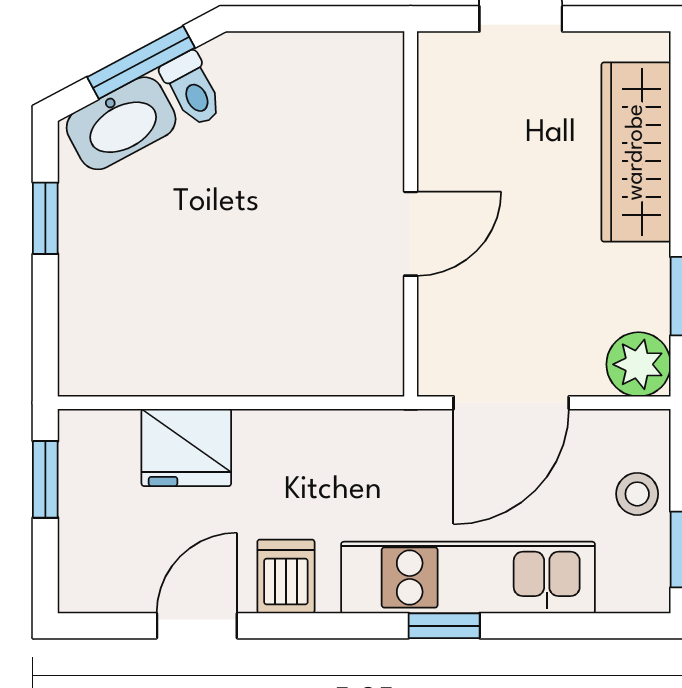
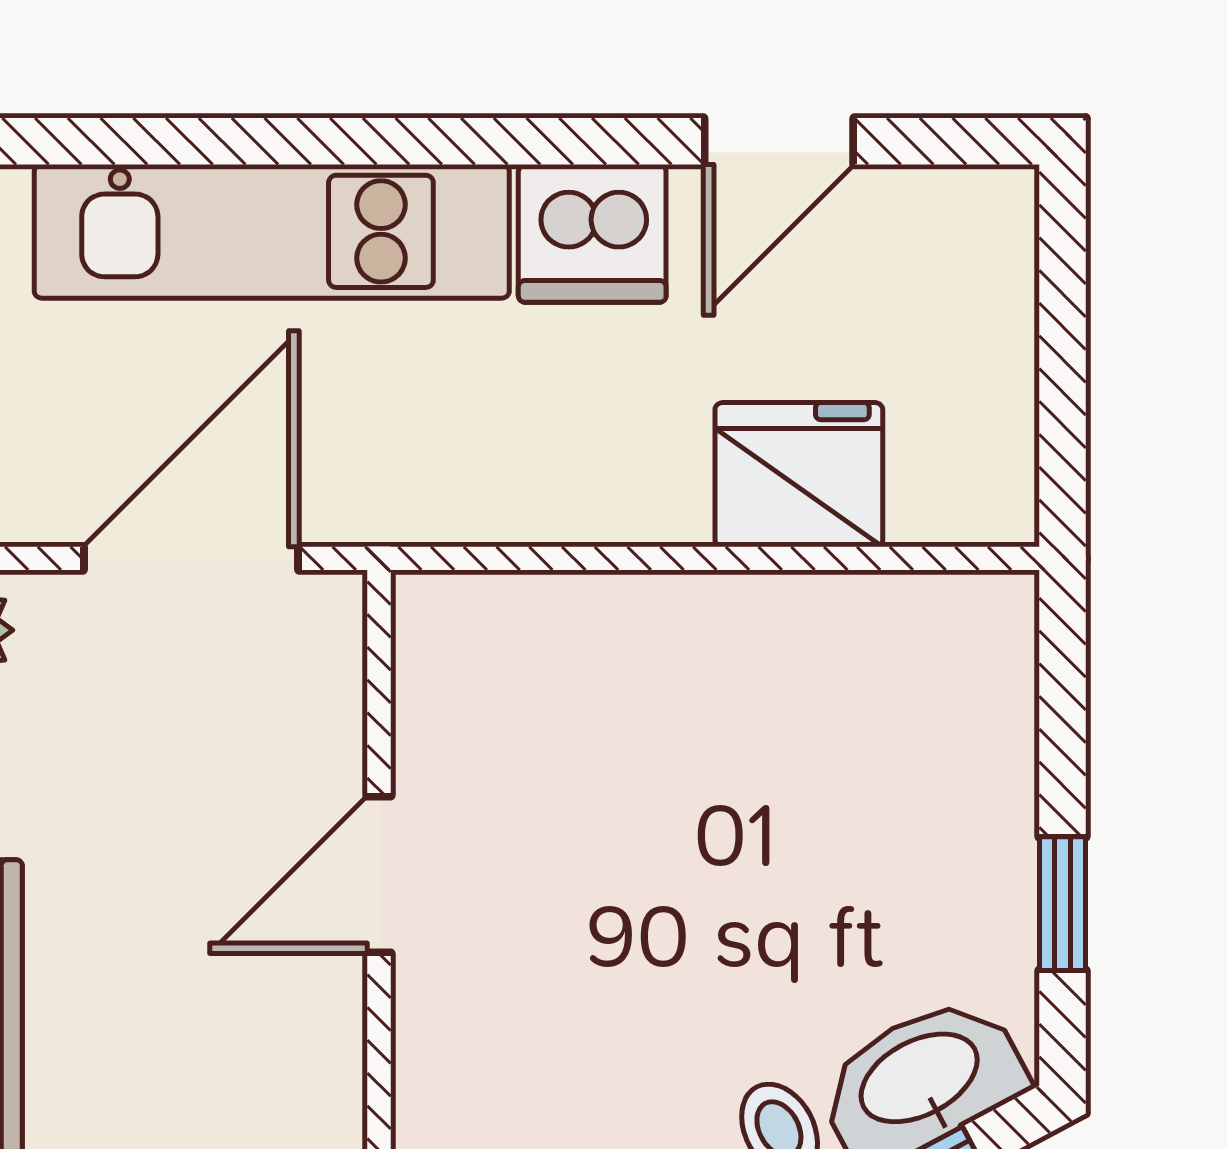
window: (45, 479) -> (1063, 415), removed
dishwasher: (286, 576) -> (592, 233), width x1.38
window: (444, 626) -> (316, 141), removed

